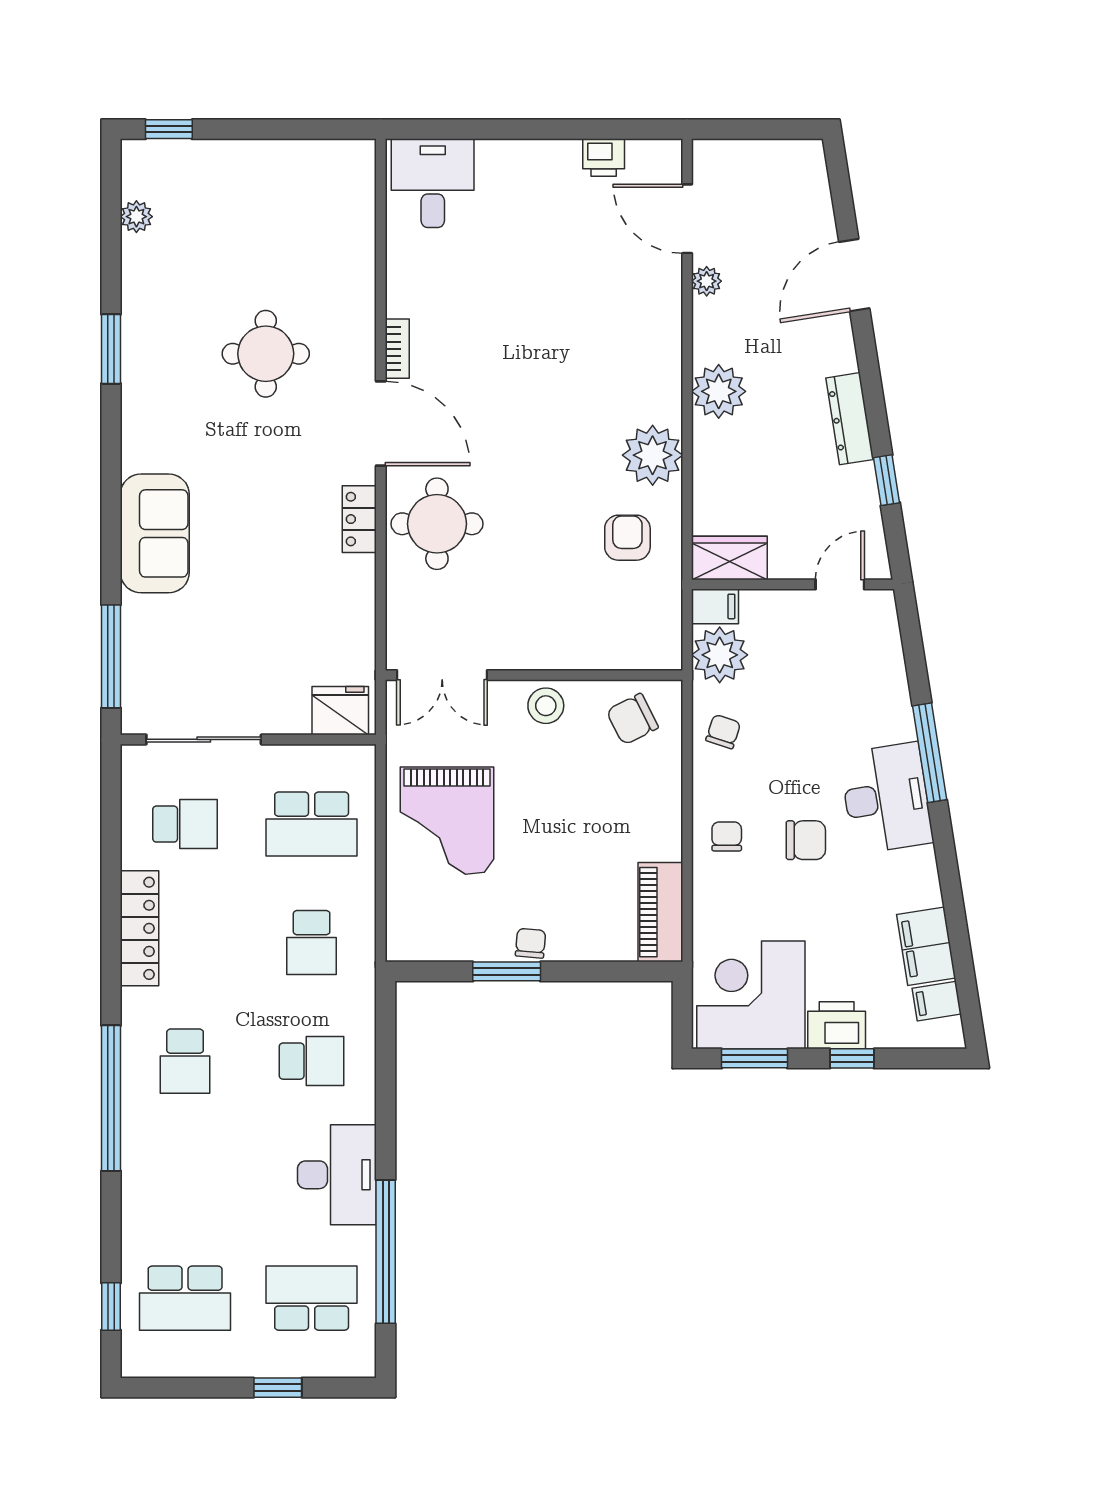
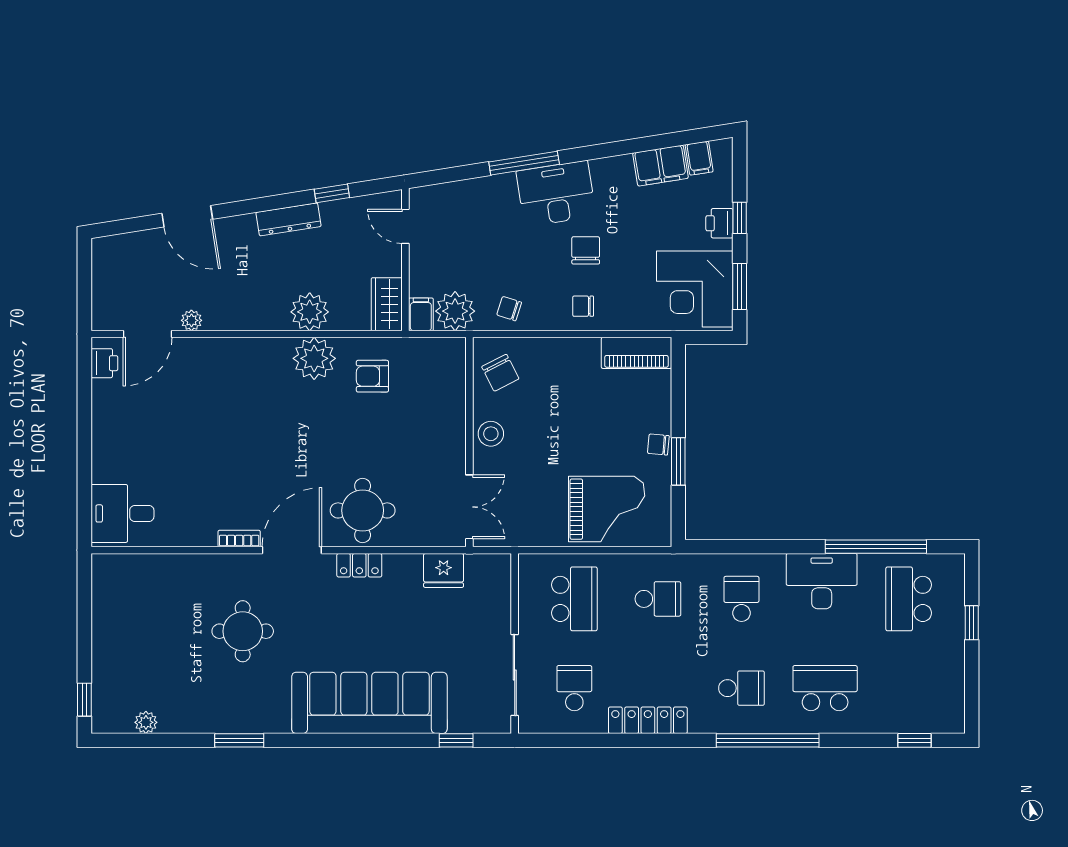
printer: (604, 158) -> (104, 363), moved
plant: (719, 391) -> (310, 312), moved
sofa: (155, 533) -> (369, 703), width x1.85, depth x1.27
window: (111, 656) -> (456, 740), width x0.46
fridge: (340, 711) -> (444, 570), moved, turned -90
grand piano: (447, 821) -> (607, 509), moved
printer: (837, 1025) -> (719, 223), width x0.73, depth x0.81
school desk: (185, 1298) -> (825, 688), moved, turned -90

